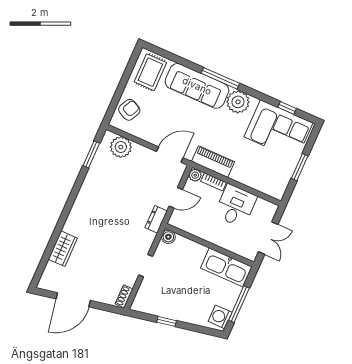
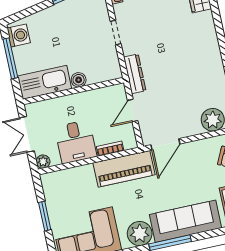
piano: (213, 162) -> (124, 169), width x1.37, depth x1.33
plant: (195, 175) -> (43, 162), moved
dresser: (156, 219) -> (135, 74), width x1.44
boiler: (168, 237) -> (79, 80), moved

